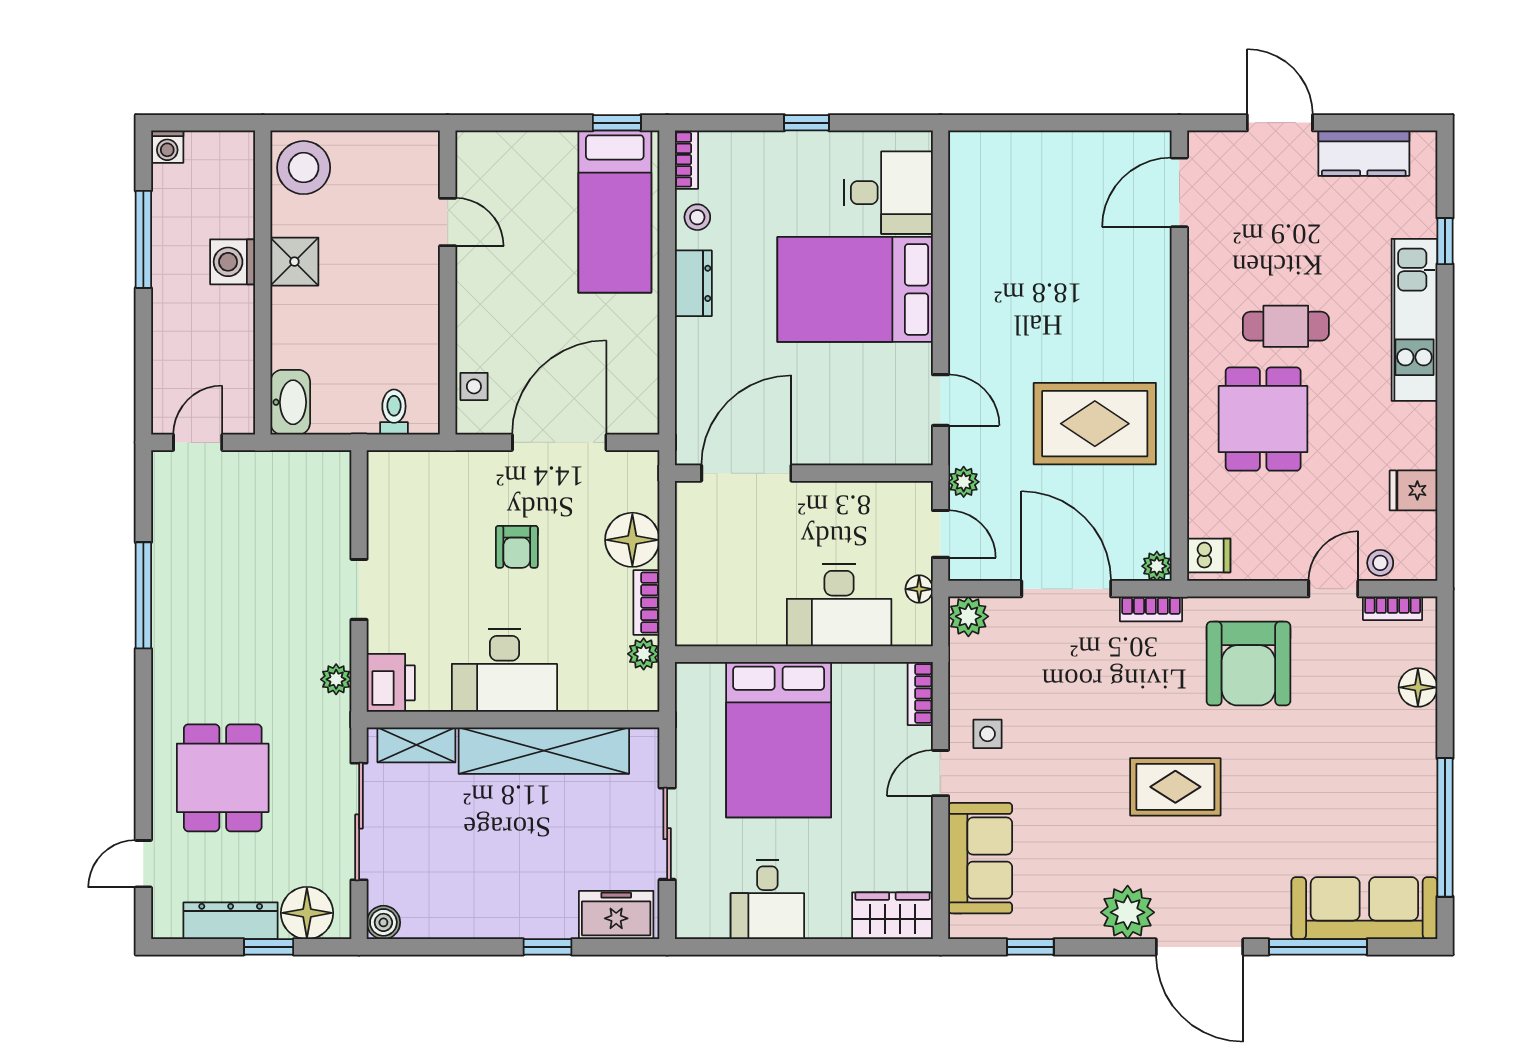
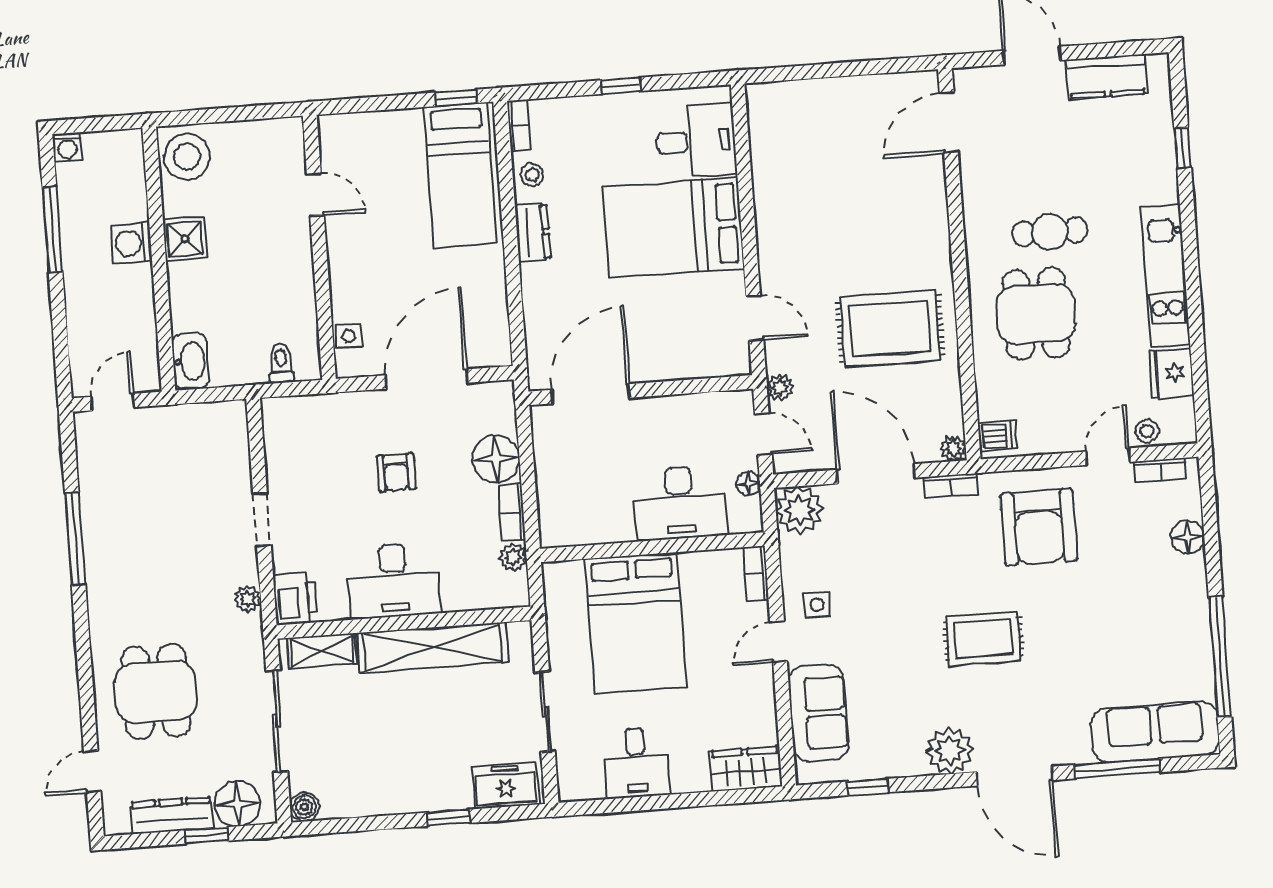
kitchen unit: (1414, 320) -> (1165, 276), moved
fridge: (1414, 490) -> (1172, 373), width x1.38
plant: (968, 616) -> (799, 510), width x1.36, depth x1.36

